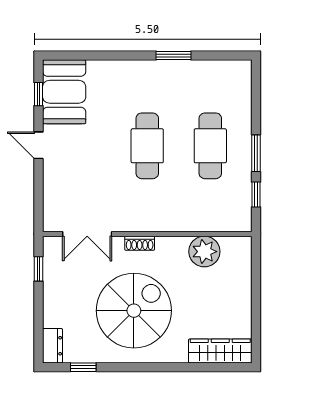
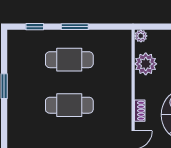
window: (256, 194) -> (35, 27), moved
plant: (243, 245) -> (141, 36), added

